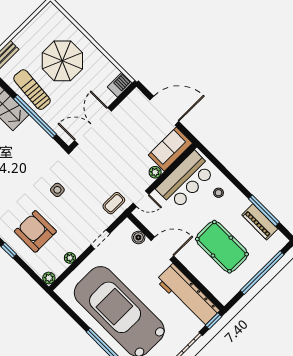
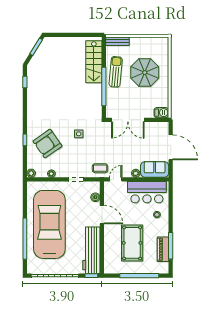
double door: (93, 126) -> (128, 120), swing flipped
door: (141, 199) -> (116, 179), swing flipped
armchair: (35, 231) -> (47, 144), turned -125

